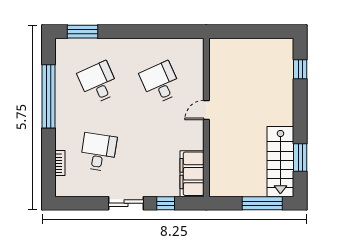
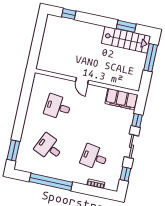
desk: (98, 83) -> (49, 147), turned 48
desk: (160, 83) -> (58, 107), turned 30
window: (84, 203) -> (125, 174), added

